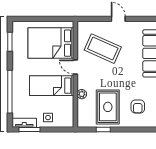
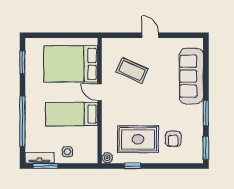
coffee table: (103, 49) -> (132, 70), width x0.73, depth x0.76
plant: (82, 94) -> (107, 158), moved
rug: (108, 107) -> (138, 139), turned 90

